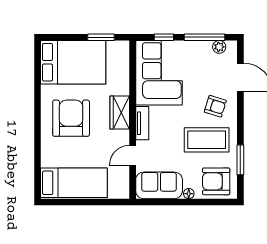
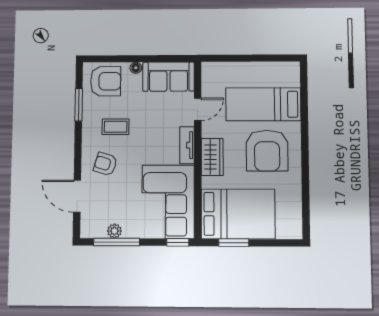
window: (164, 37) -> (178, 242), moved
plant: (219, 47) -> (114, 231), moved
bed: (73, 62) -> (238, 214), moved, turned 180
coffee table: (207, 140) -> (116, 127), width x0.54, depth x0.58
bed: (74, 183) -> (263, 104), moved

